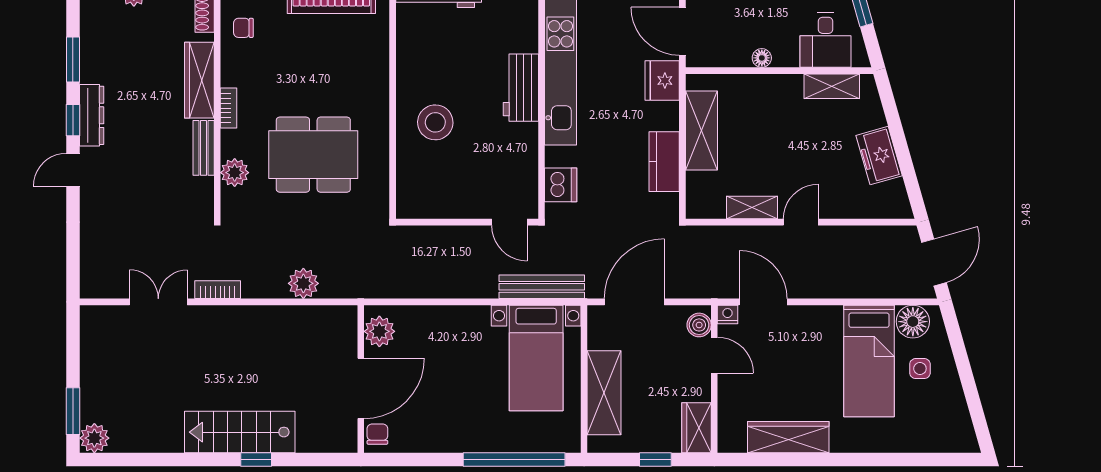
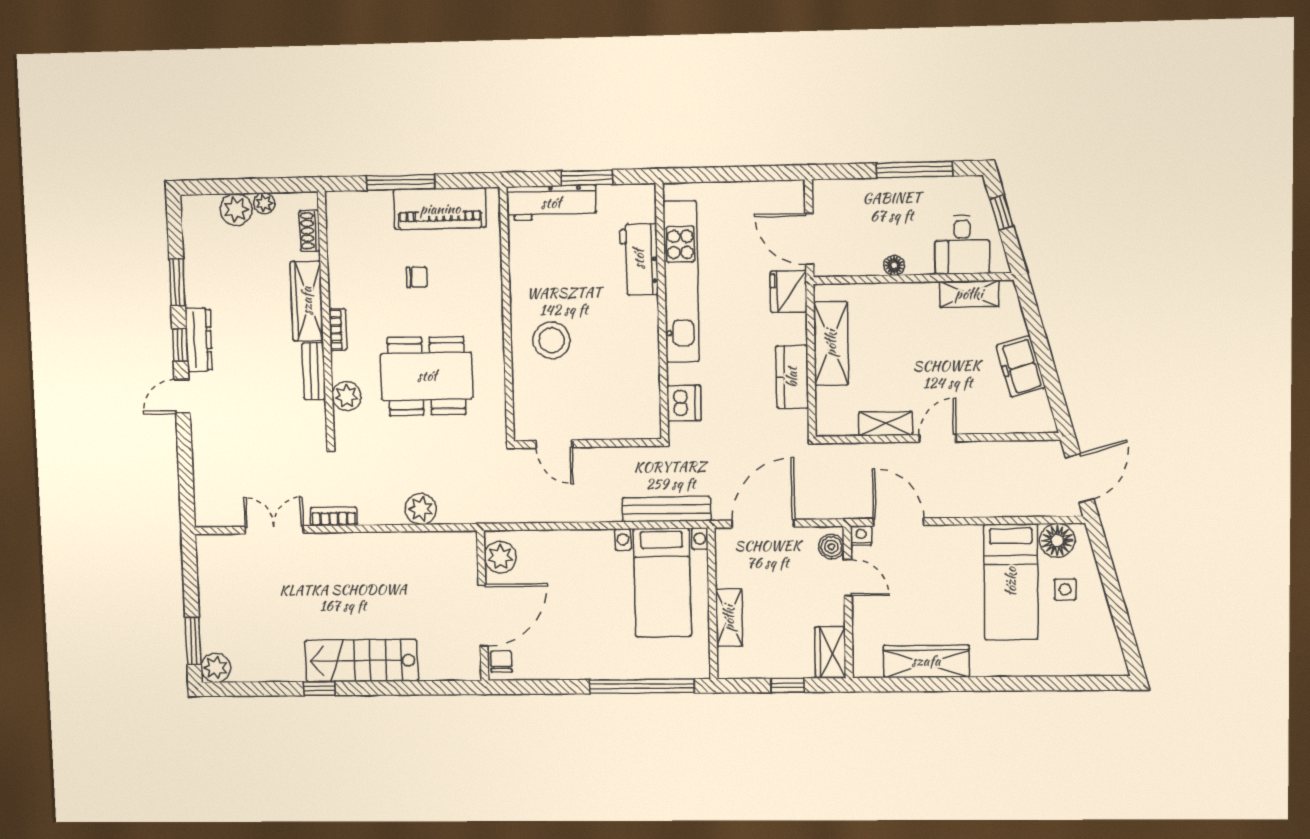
chair: (243, 28) -> (417, 277), moved, turned 180
workbench: (521, 88) -> (639, 259), moved
door: (509, 222) -> (554, 444), moved
shelving: (604, 393) -> (729, 618), width x0.67, depth x0.75
window: (256, 460) -> (319, 689), moved

